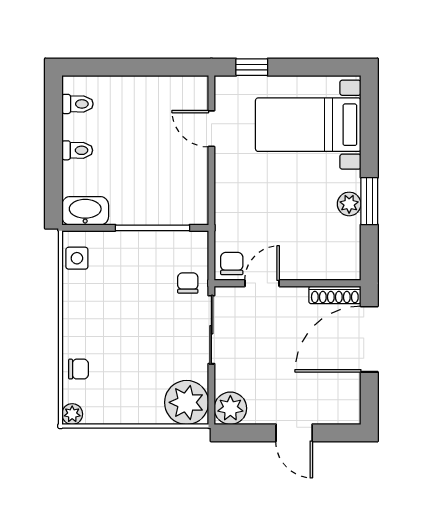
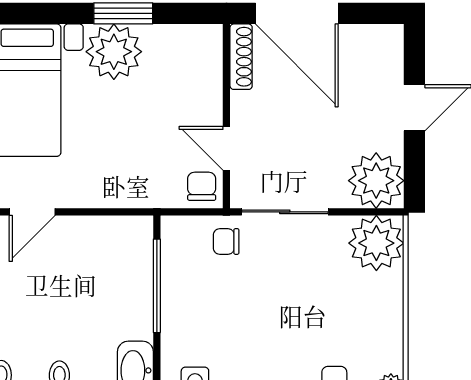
plant: (349, 204) -> (114, 52), width x1.87, depth x1.87
chair: (232, 263) -> (202, 186), turned 90
plant: (230, 408) -> (376, 181), width x1.36, depth x1.36

